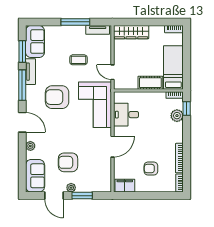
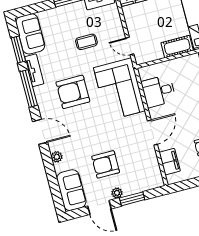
filing cabinet: (125, 186) -> (170, 162), moved, turned 90

